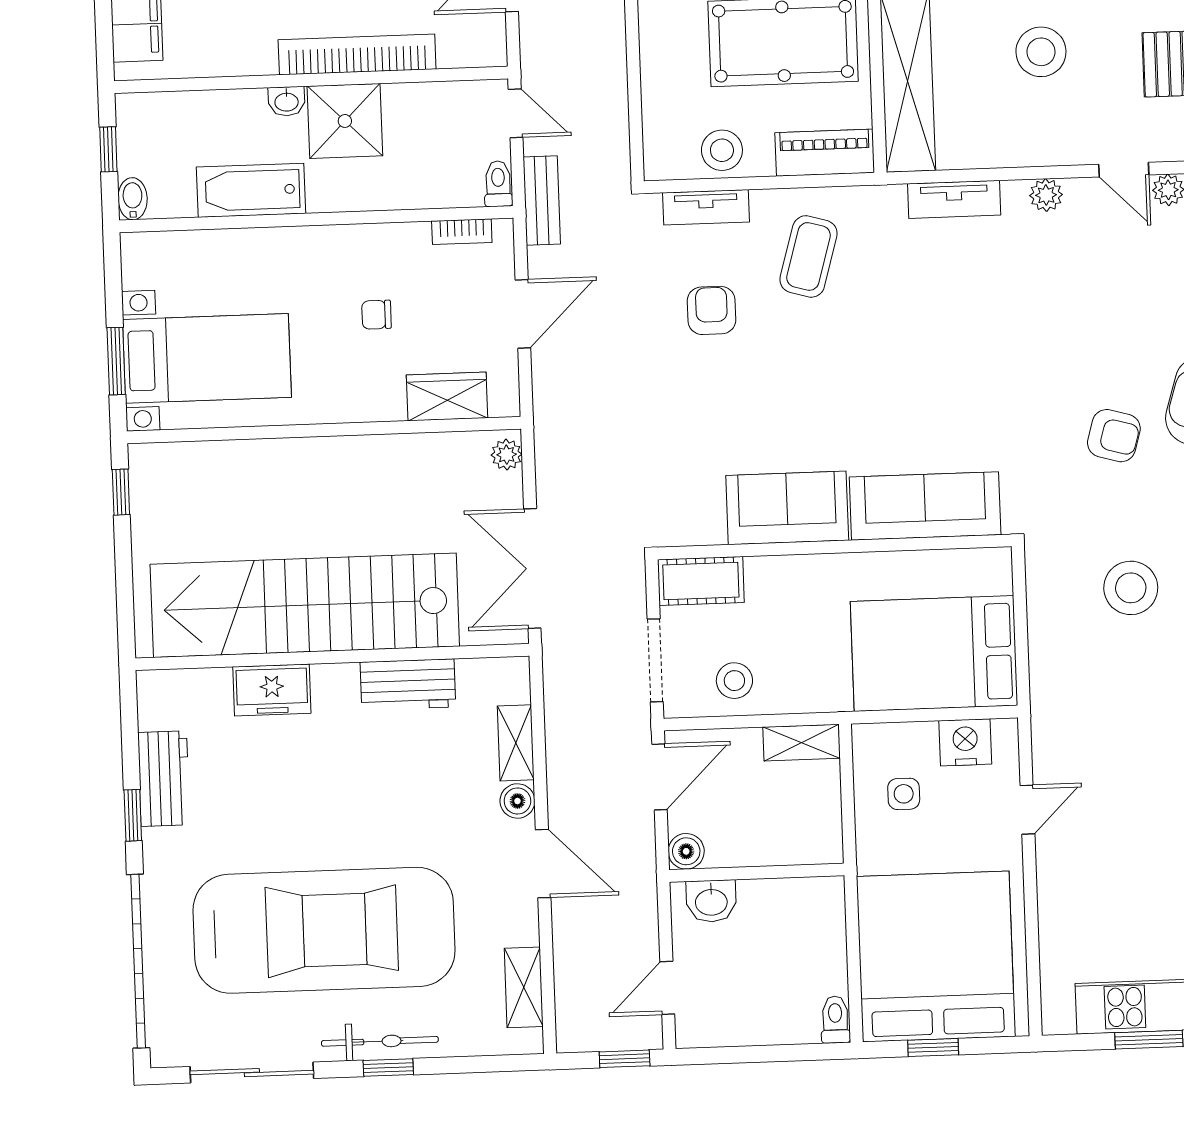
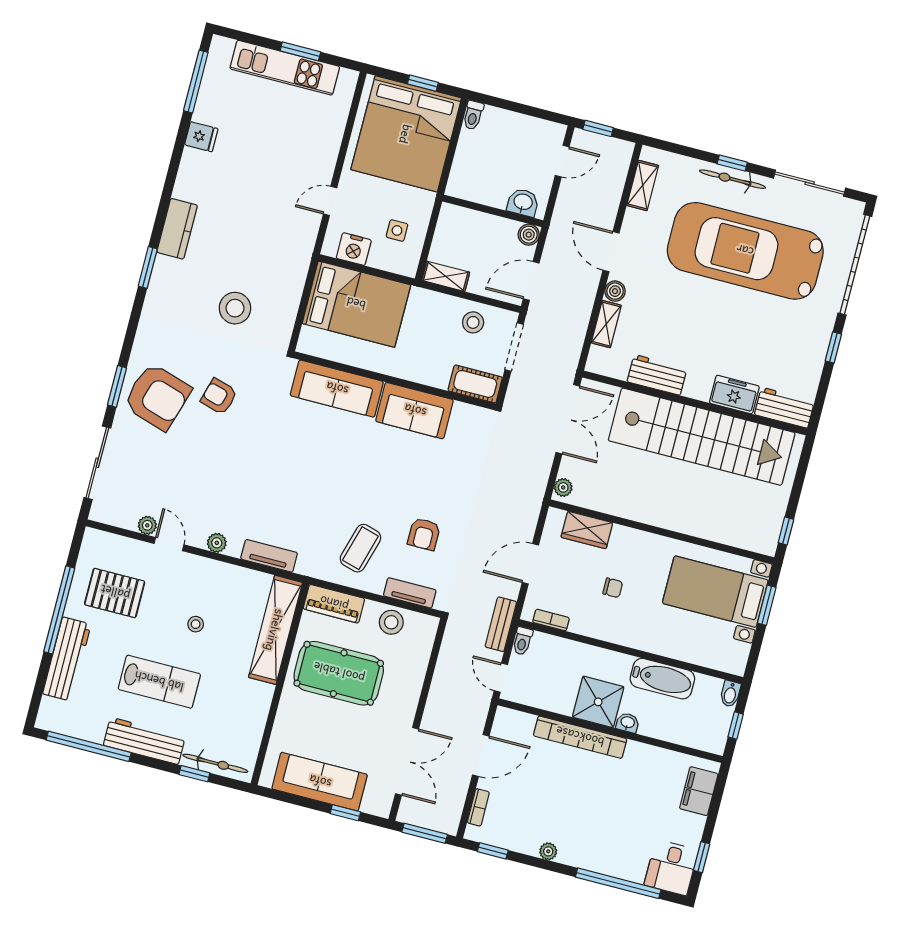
stool: (1041, 52) -> (196, 624), width x0.53, depth x0.53
workbench: (164, 779) -> (784, 408), moved, turned 90

